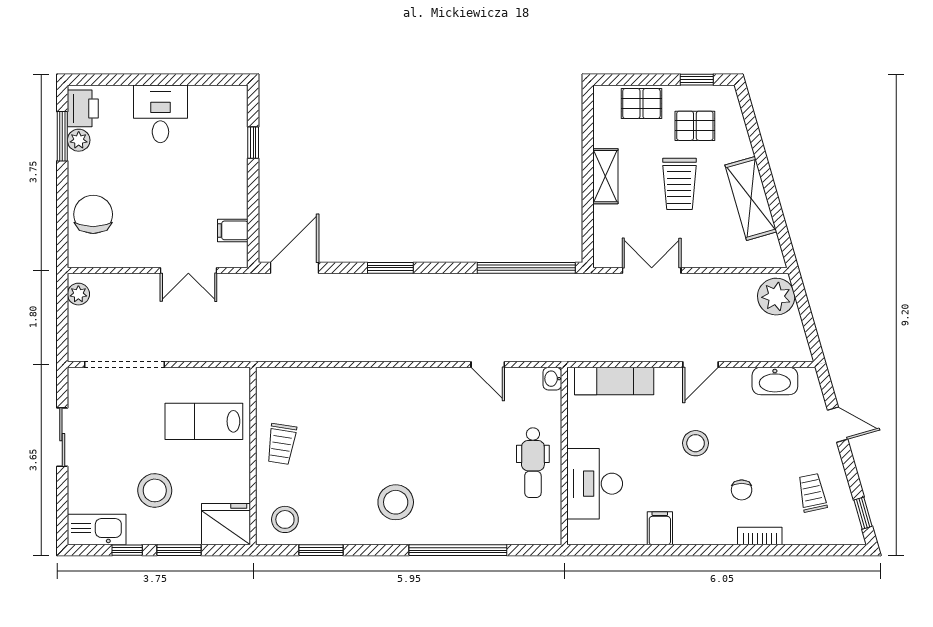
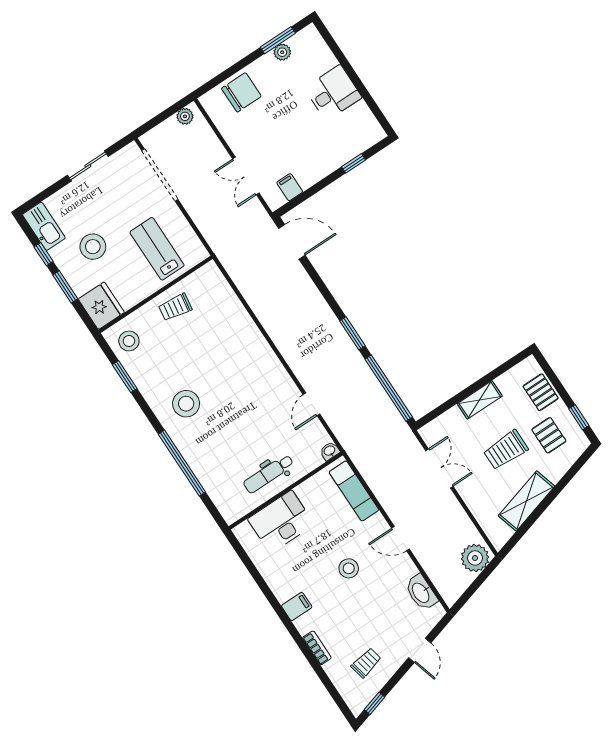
printer: (83, 108) -> (304, 41), removed
window: (390, 268) -> (352, 333), moved
chair: (742, 490) -> (338, 617), removed
filing cabinet: (660, 528) -> (297, 606), moved

